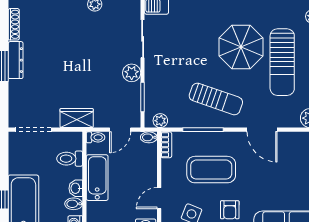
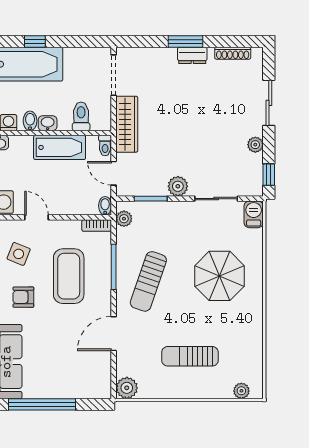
parasol: (241, 47) -> (219, 276), moved
dresser: (16, 60) -> (192, 55), width x0.70
sun lounger: (282, 62) -> (190, 356), width x0.73, depth x0.75
wardrobe: (77, 118) -> (127, 124), width x1.50

